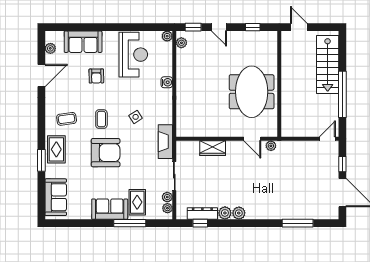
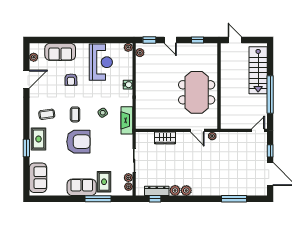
fireplace: (165, 142) -> (127, 120), moved

